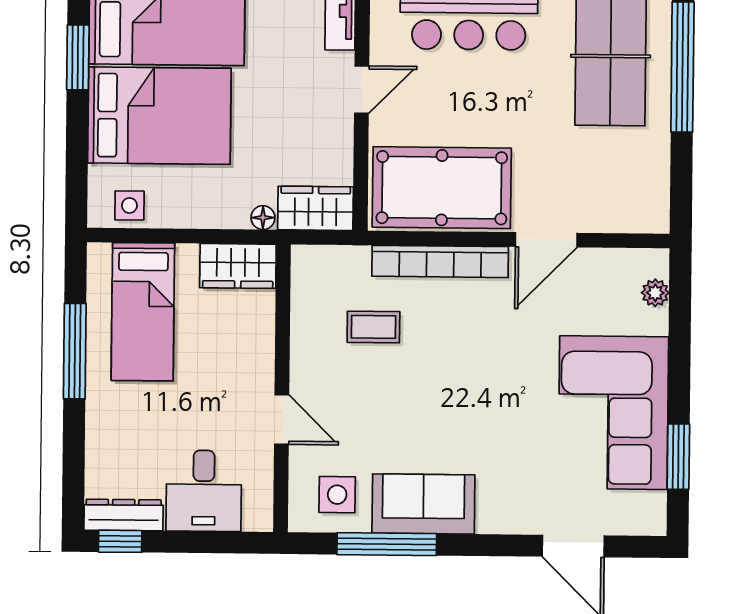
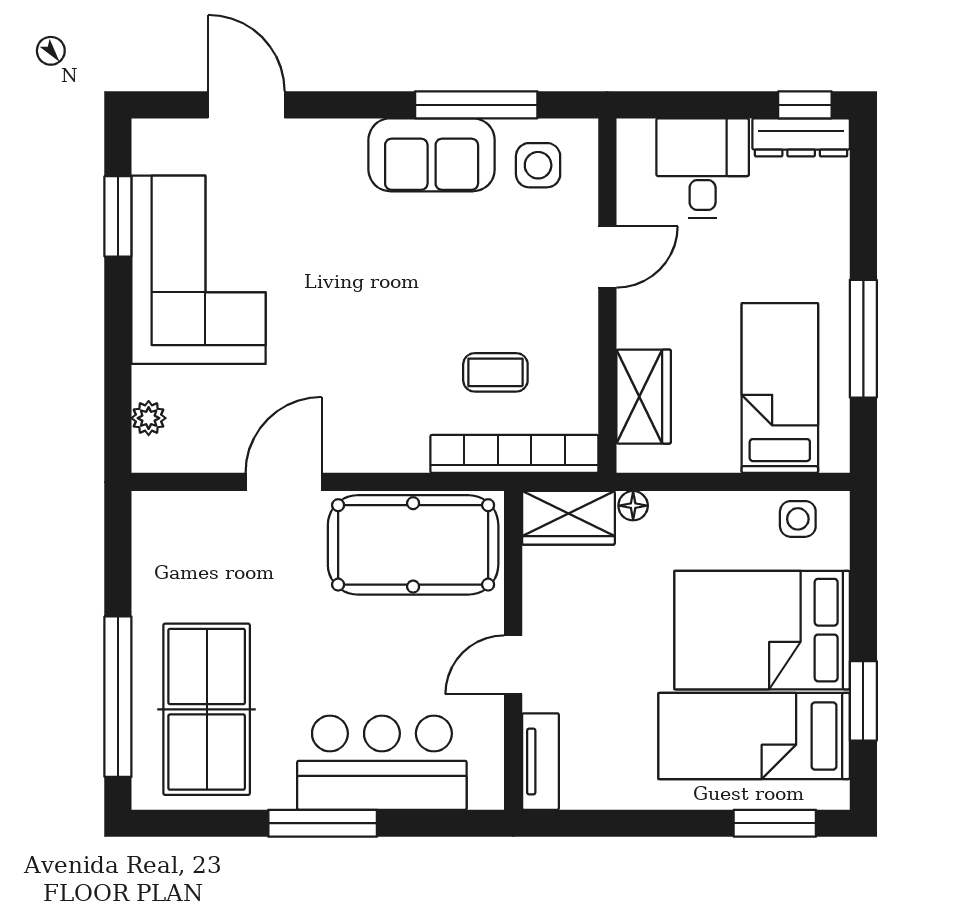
bookcase: (440, 261) -> (514, 454), moved
wardrobe: (238, 266) -> (644, 397), moved, turned 90
door: (282, 420) -> (607, 257), swing flipped

